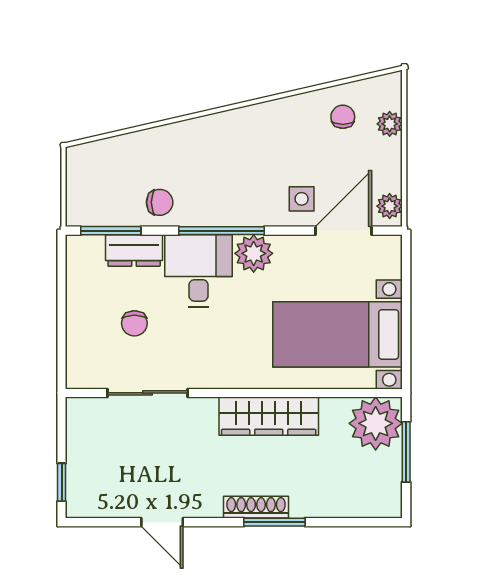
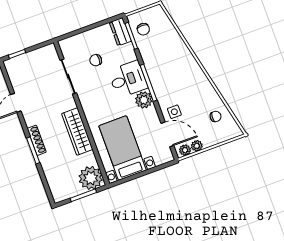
plant: (390, 124) -> (197, 146), moved
chair: (160, 202) -> (143, 29), moved
dresser: (134, 250) -> (120, 32), moved

